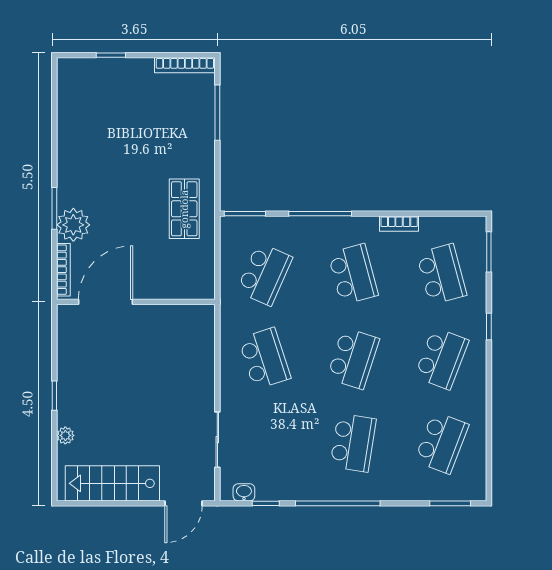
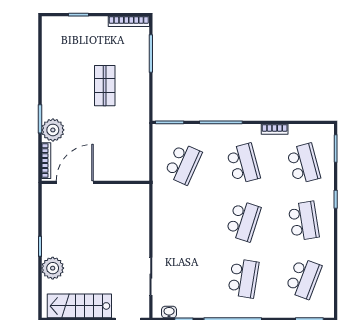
shop shelf: (184, 209) -> (105, 86), moved
school desk: (265, 358) -> (183, 221), removed
school desk: (442, 358) -> (304, 221), turned -30
plant: (65, 435) -> (53, 268), width x1.88, depth x1.88

